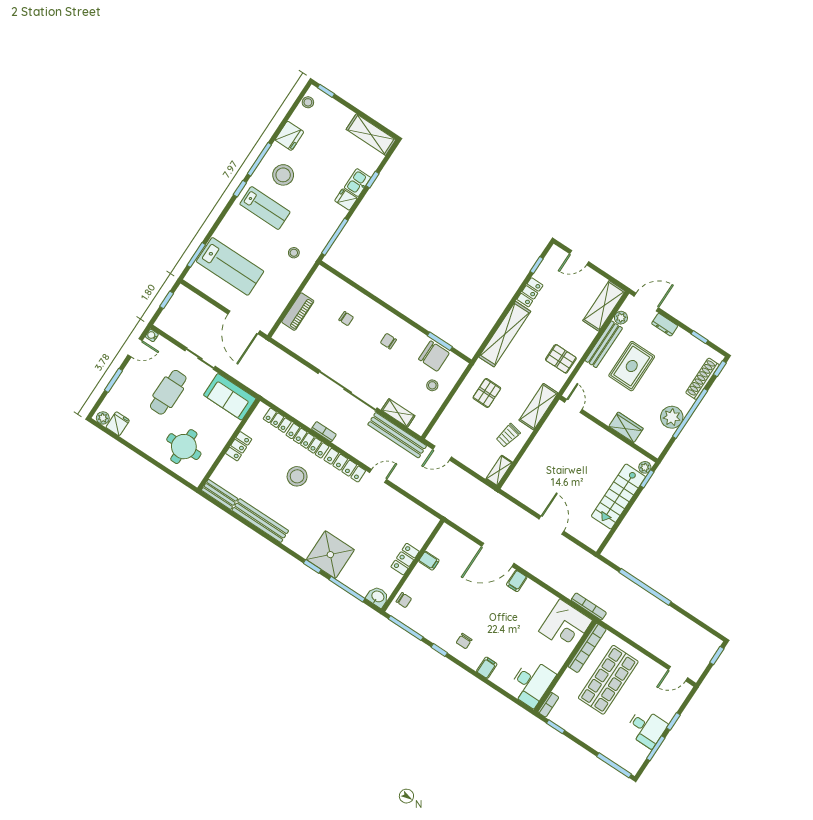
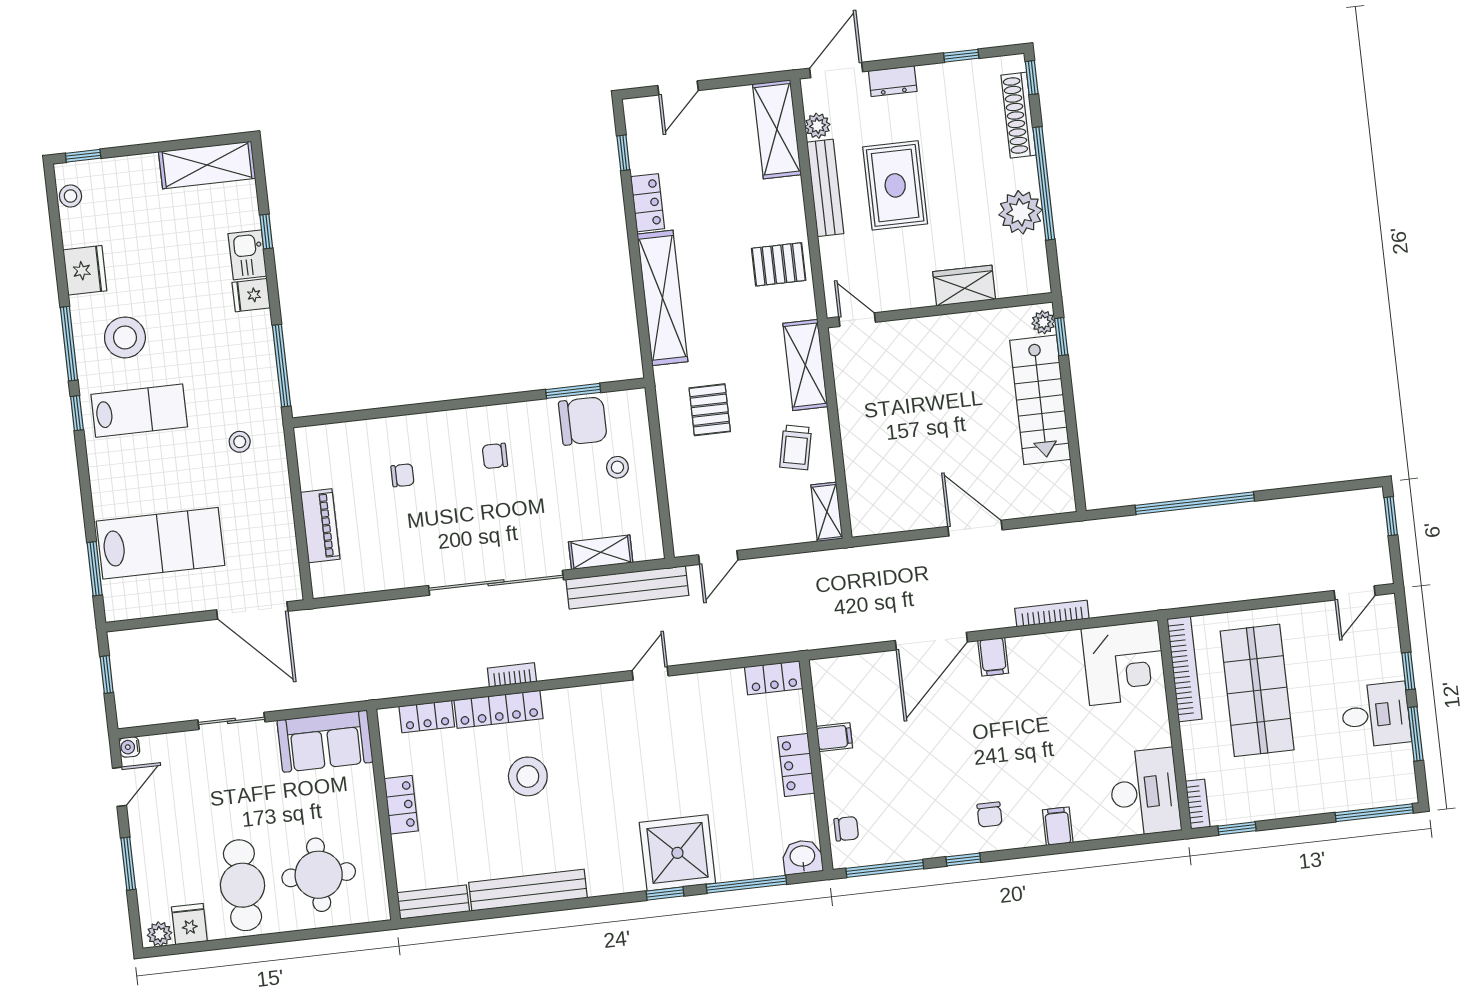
cafe table: (168, 392) -> (243, 885), moved
locker: (345, 465) -> (774, 678), moved, width x0.66
bookcase: (589, 606) -> (1052, 614), moved

